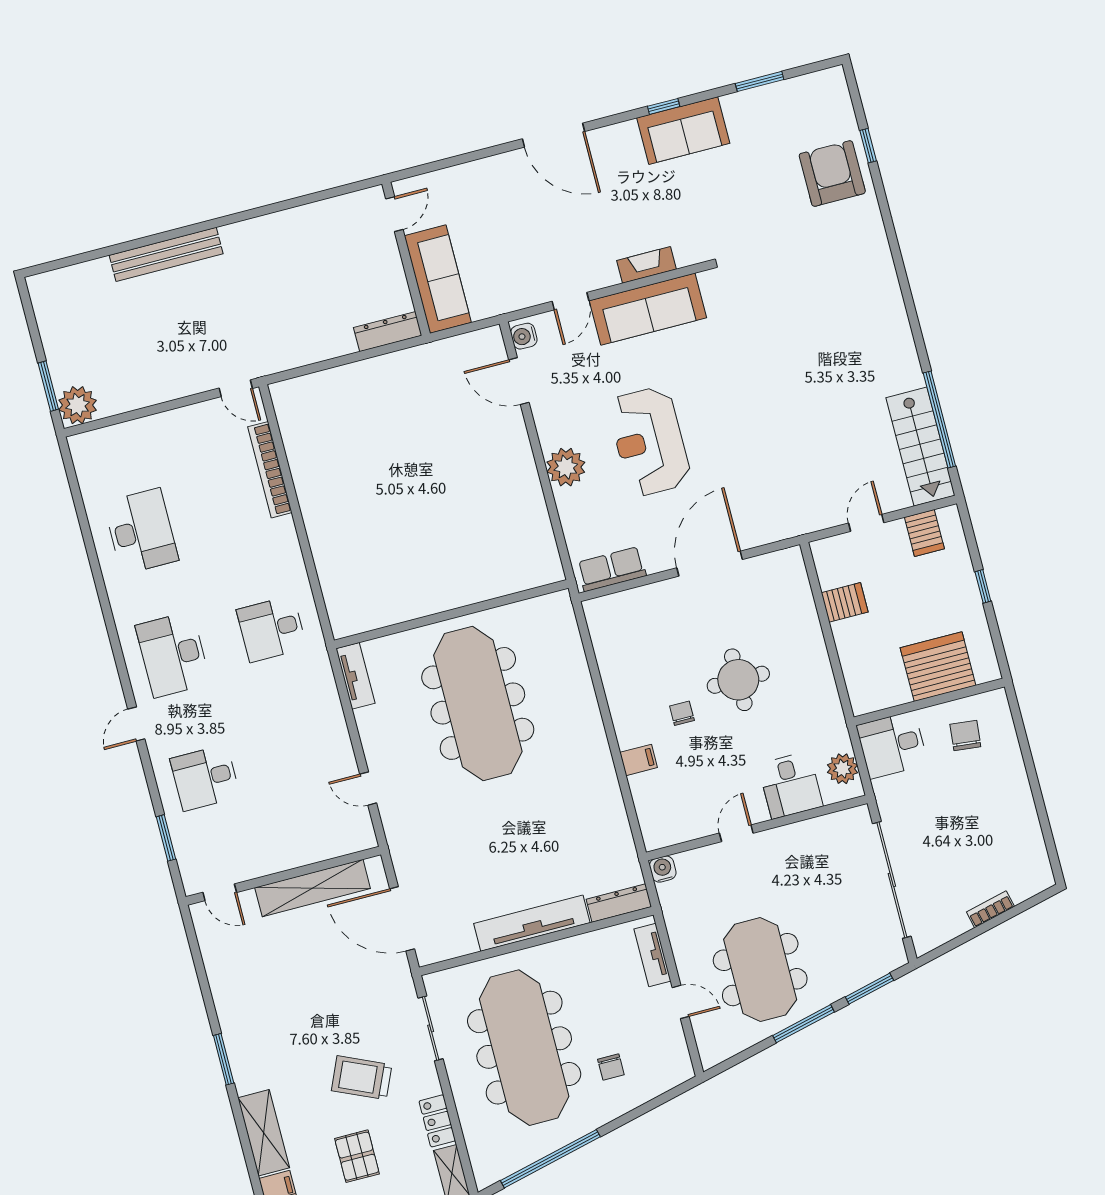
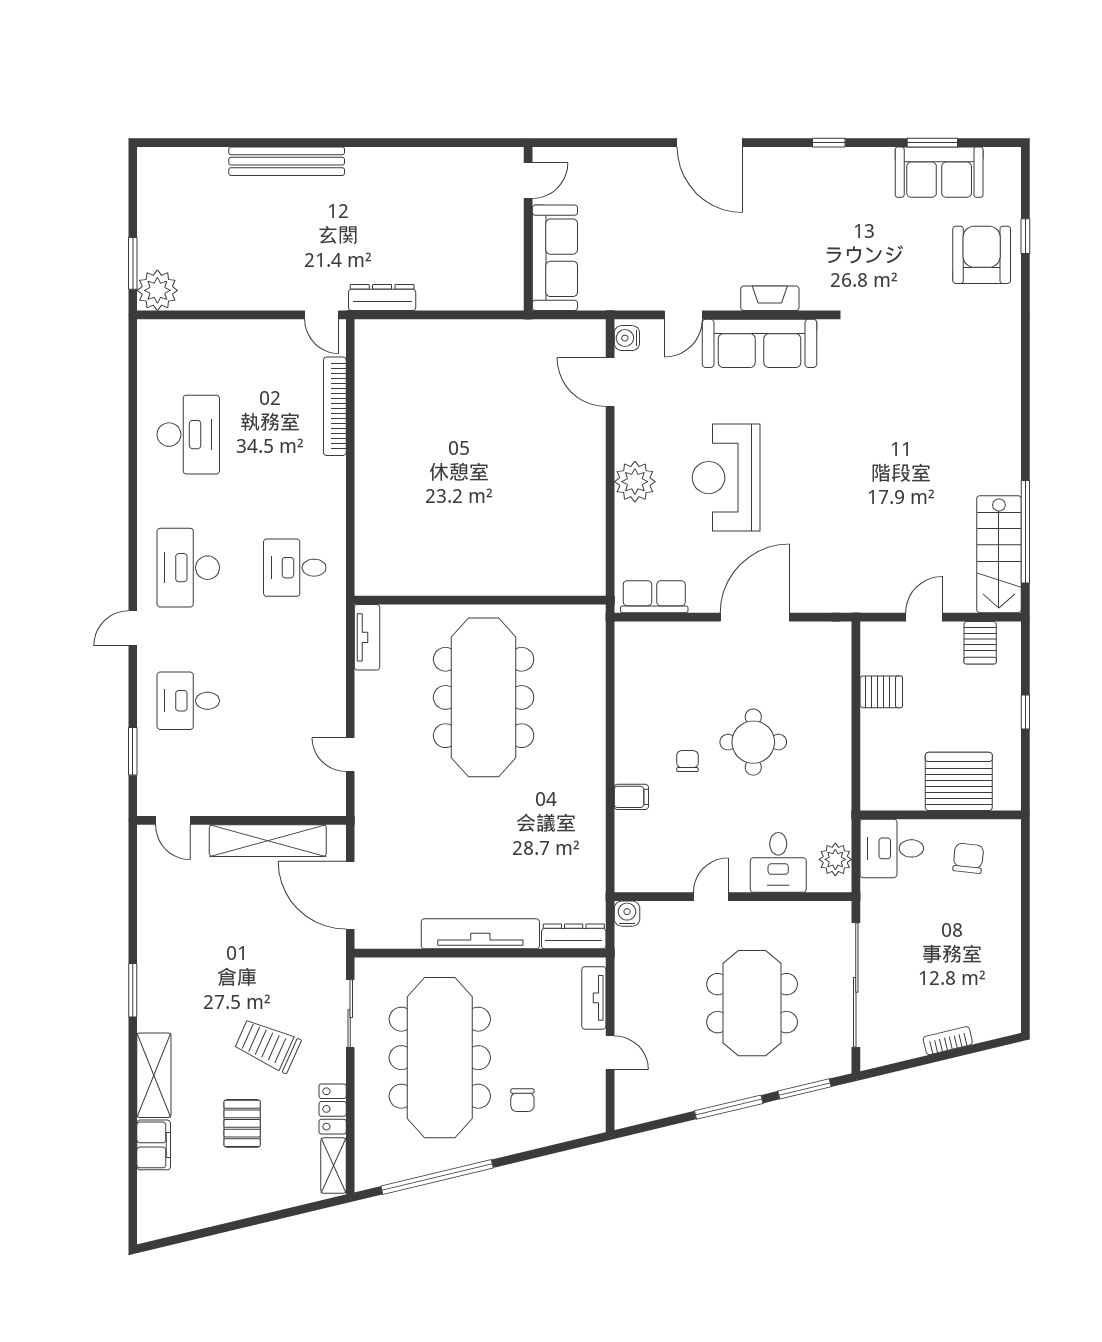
sofa: (683, 131) -> (939, 172), moved
dresser: (388, 332) -> (382, 297), moved
meeting table: (760, 970) -> (752, 1003), moved

